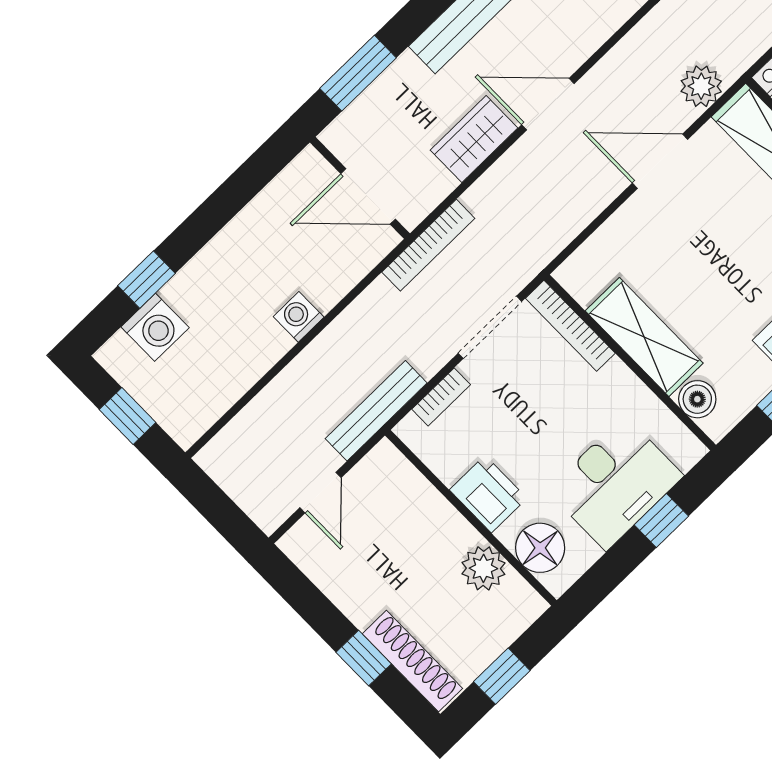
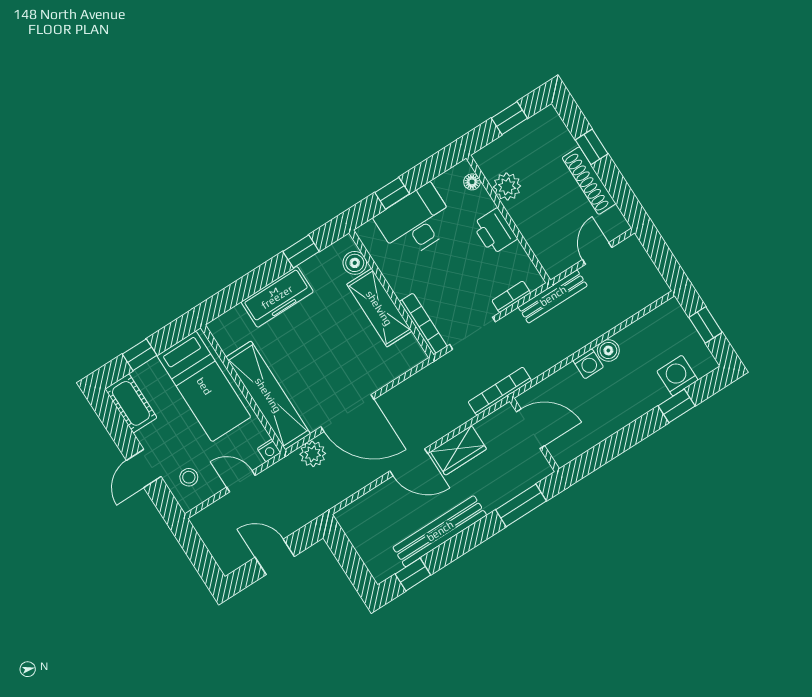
door: (660, 161) -> (347, 413), width x1.36
boiler: (271, 344) -> (608, 350), added
floor lamp: (540, 548) -> (472, 182), width x0.53, depth x0.53
shoe rack: (412, 661) -> (589, 181), moved

